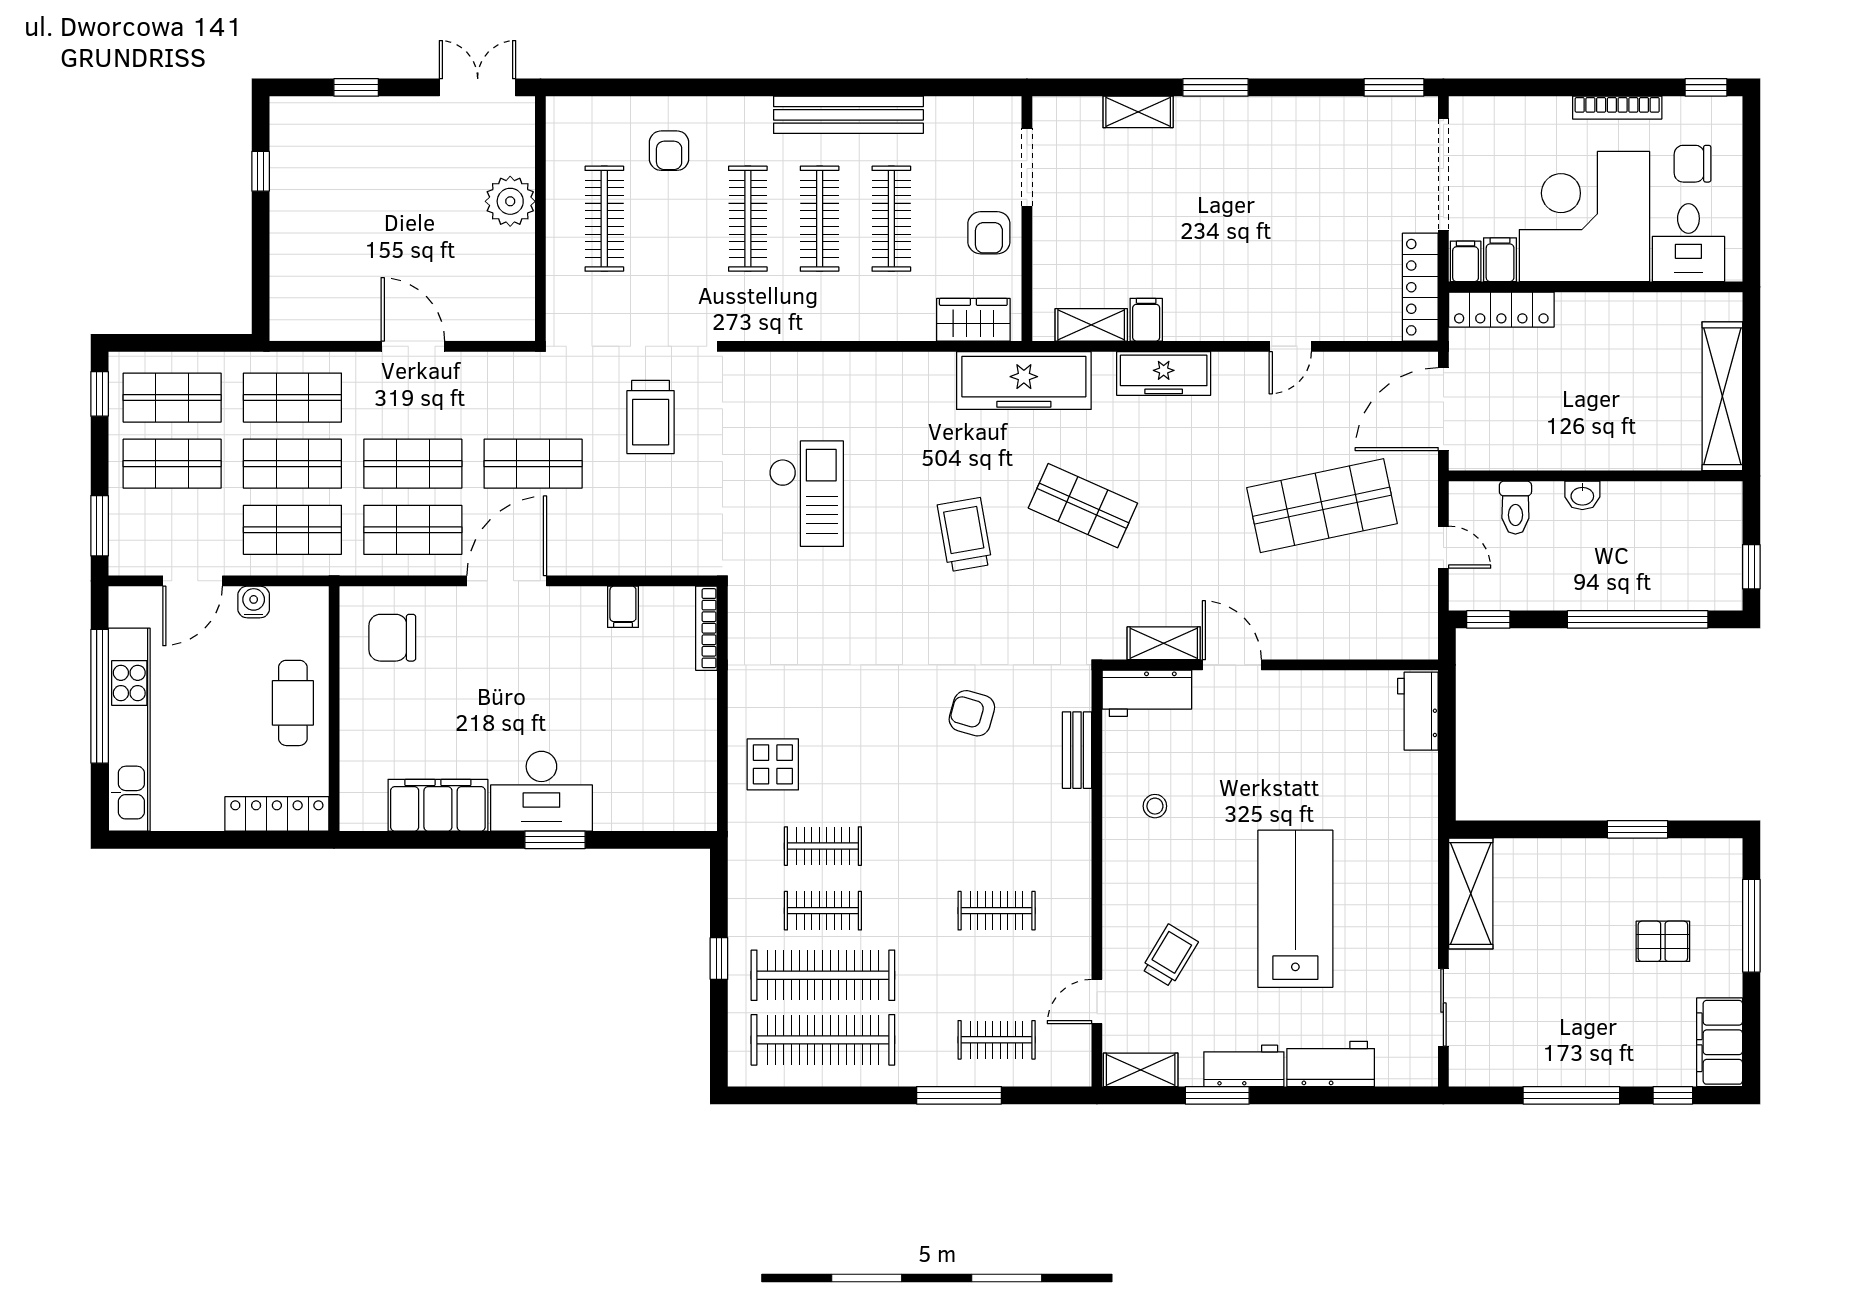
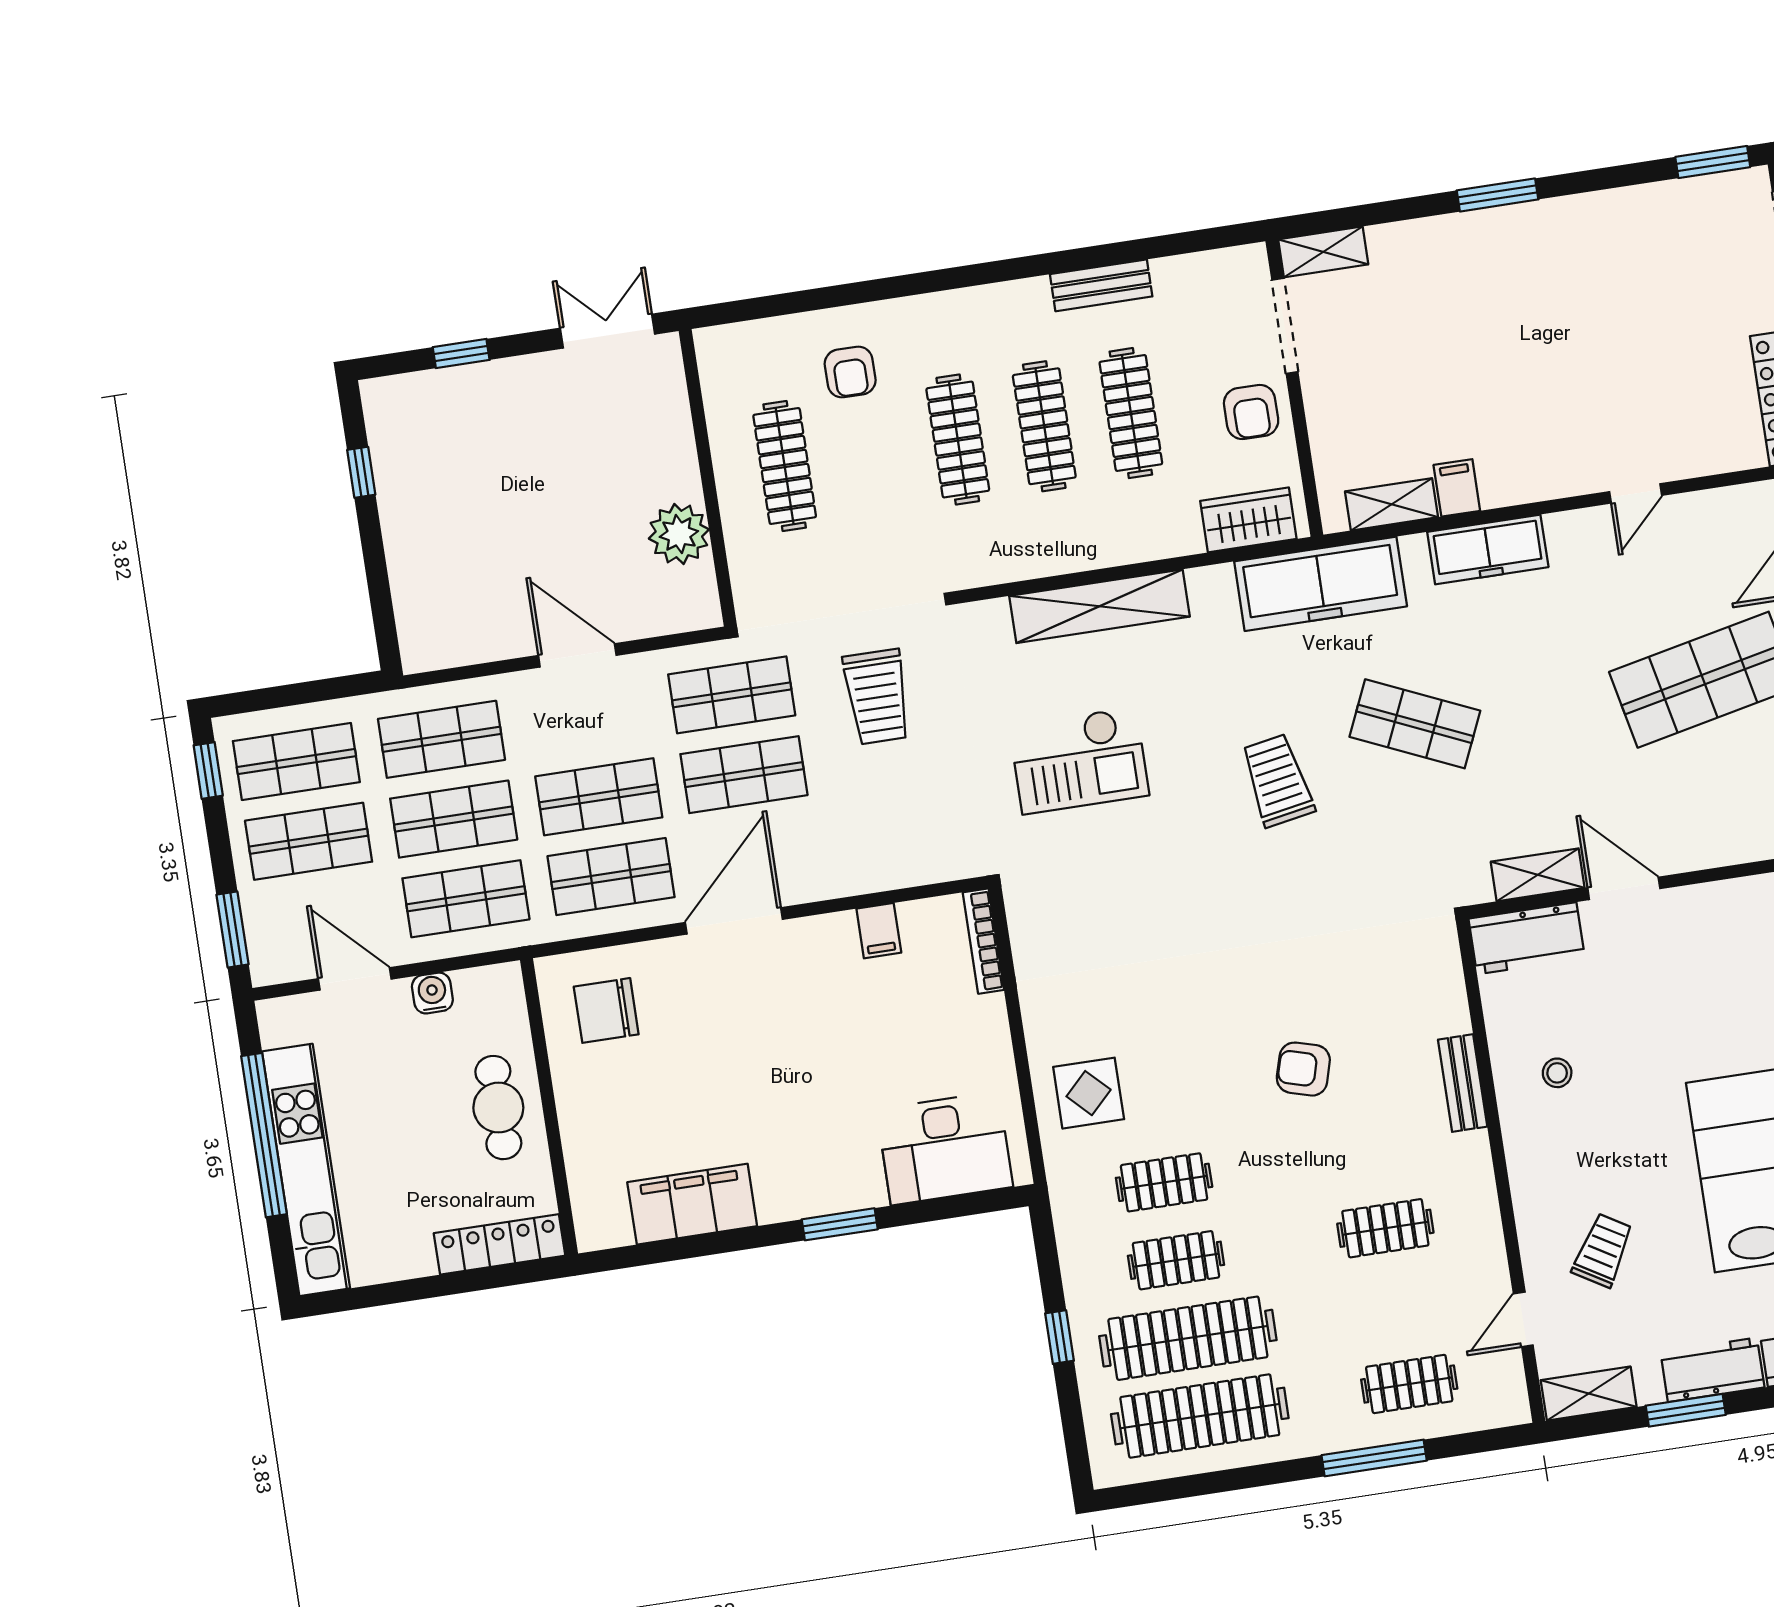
shelving: (1138, 112) -> (1323, 252), moved
bench: (848, 115) -> (1101, 285), width x0.54, depth x0.82
plant: (510, 201) -> (679, 534), moved
shelving: (842, 371) -> (1100, 606), added
shop shelf: (533, 398) -> (732, 695), added
checkout: (806, 494) -> (1079, 760), turned 90
door: (193, 581) -> (355, 979), swing flipped
armchair: (972, 713) -> (1303, 1069), moved
bench: (1077, 750) -> (1463, 1083), moved
desk: (541, 791) -> (945, 1148), moved

